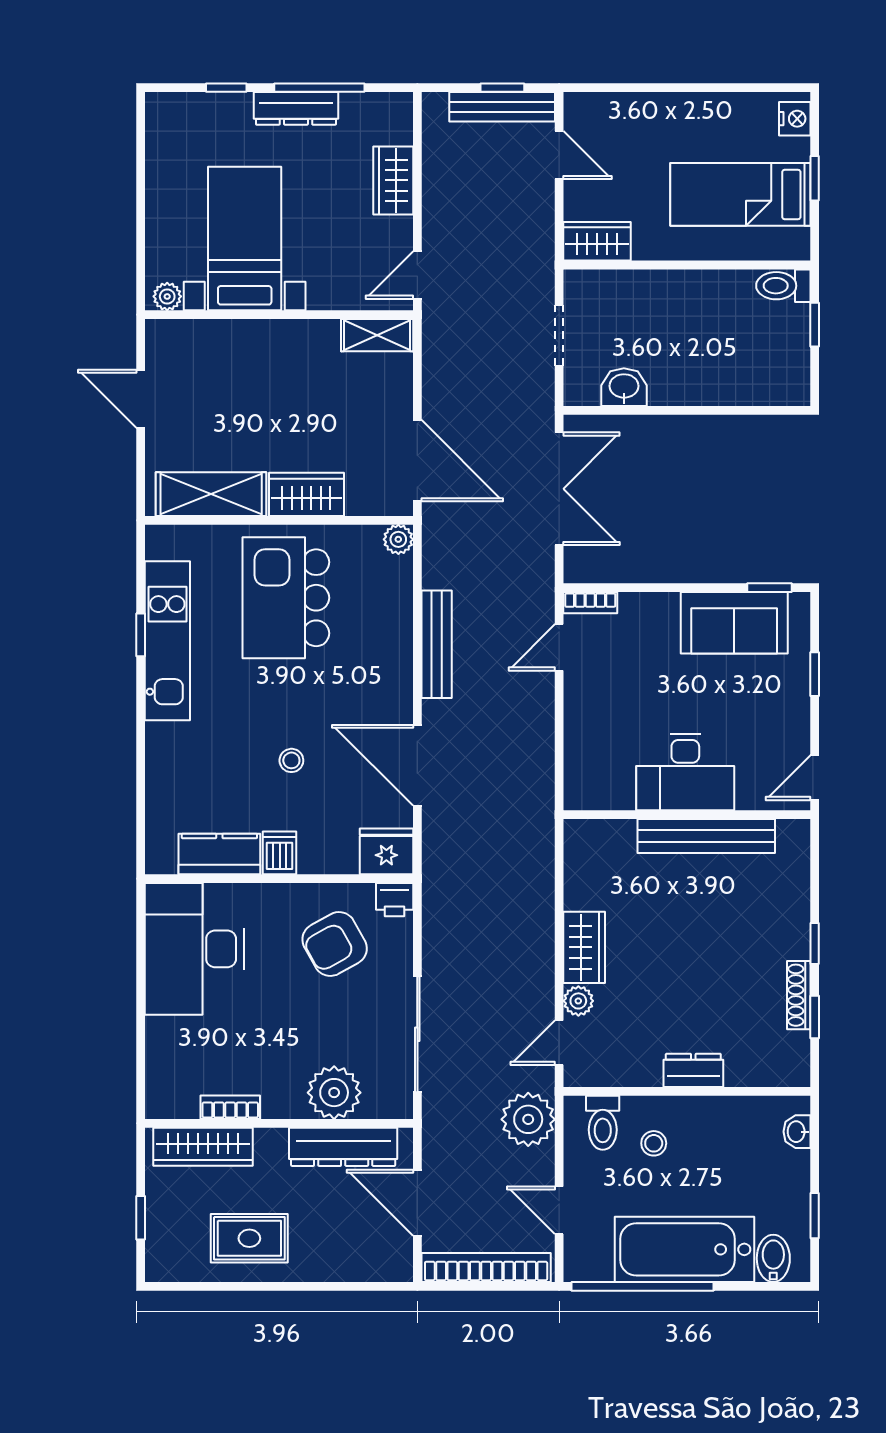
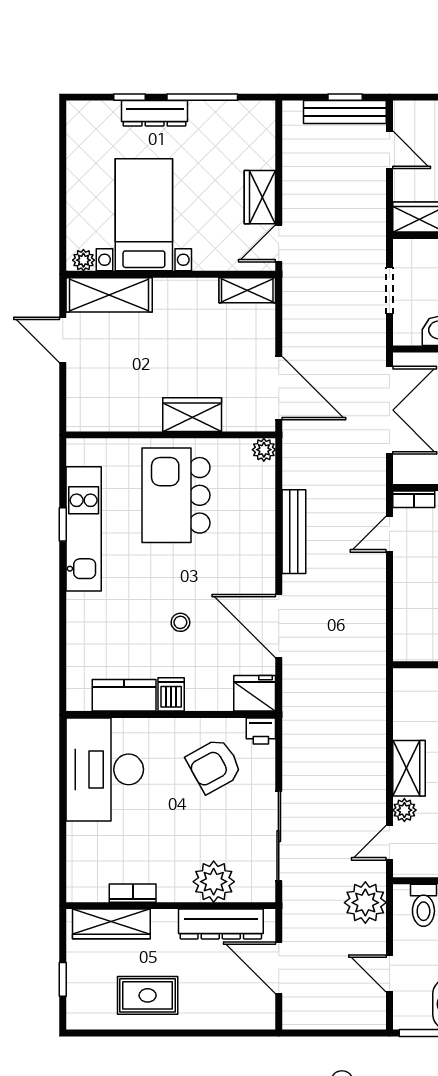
dresser: (296, 108) -> (155, 113), moved
wardrobe: (393, 180) -> (260, 197), moved
shelving: (211, 494) -> (109, 295), moved
bookcase: (486, 1268) -> (332, 1018), removed

